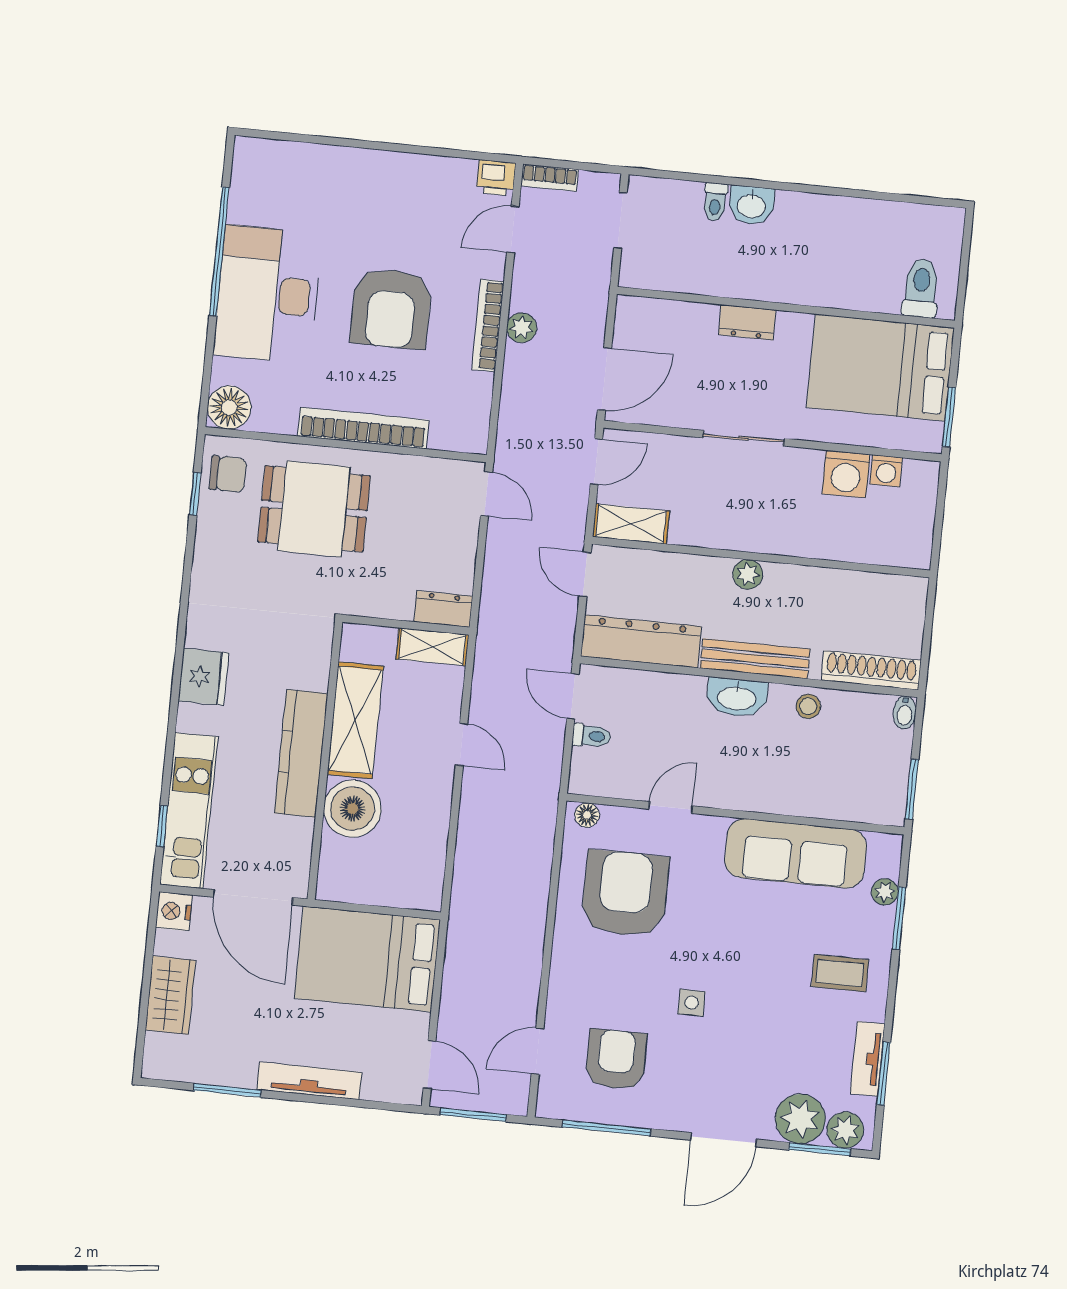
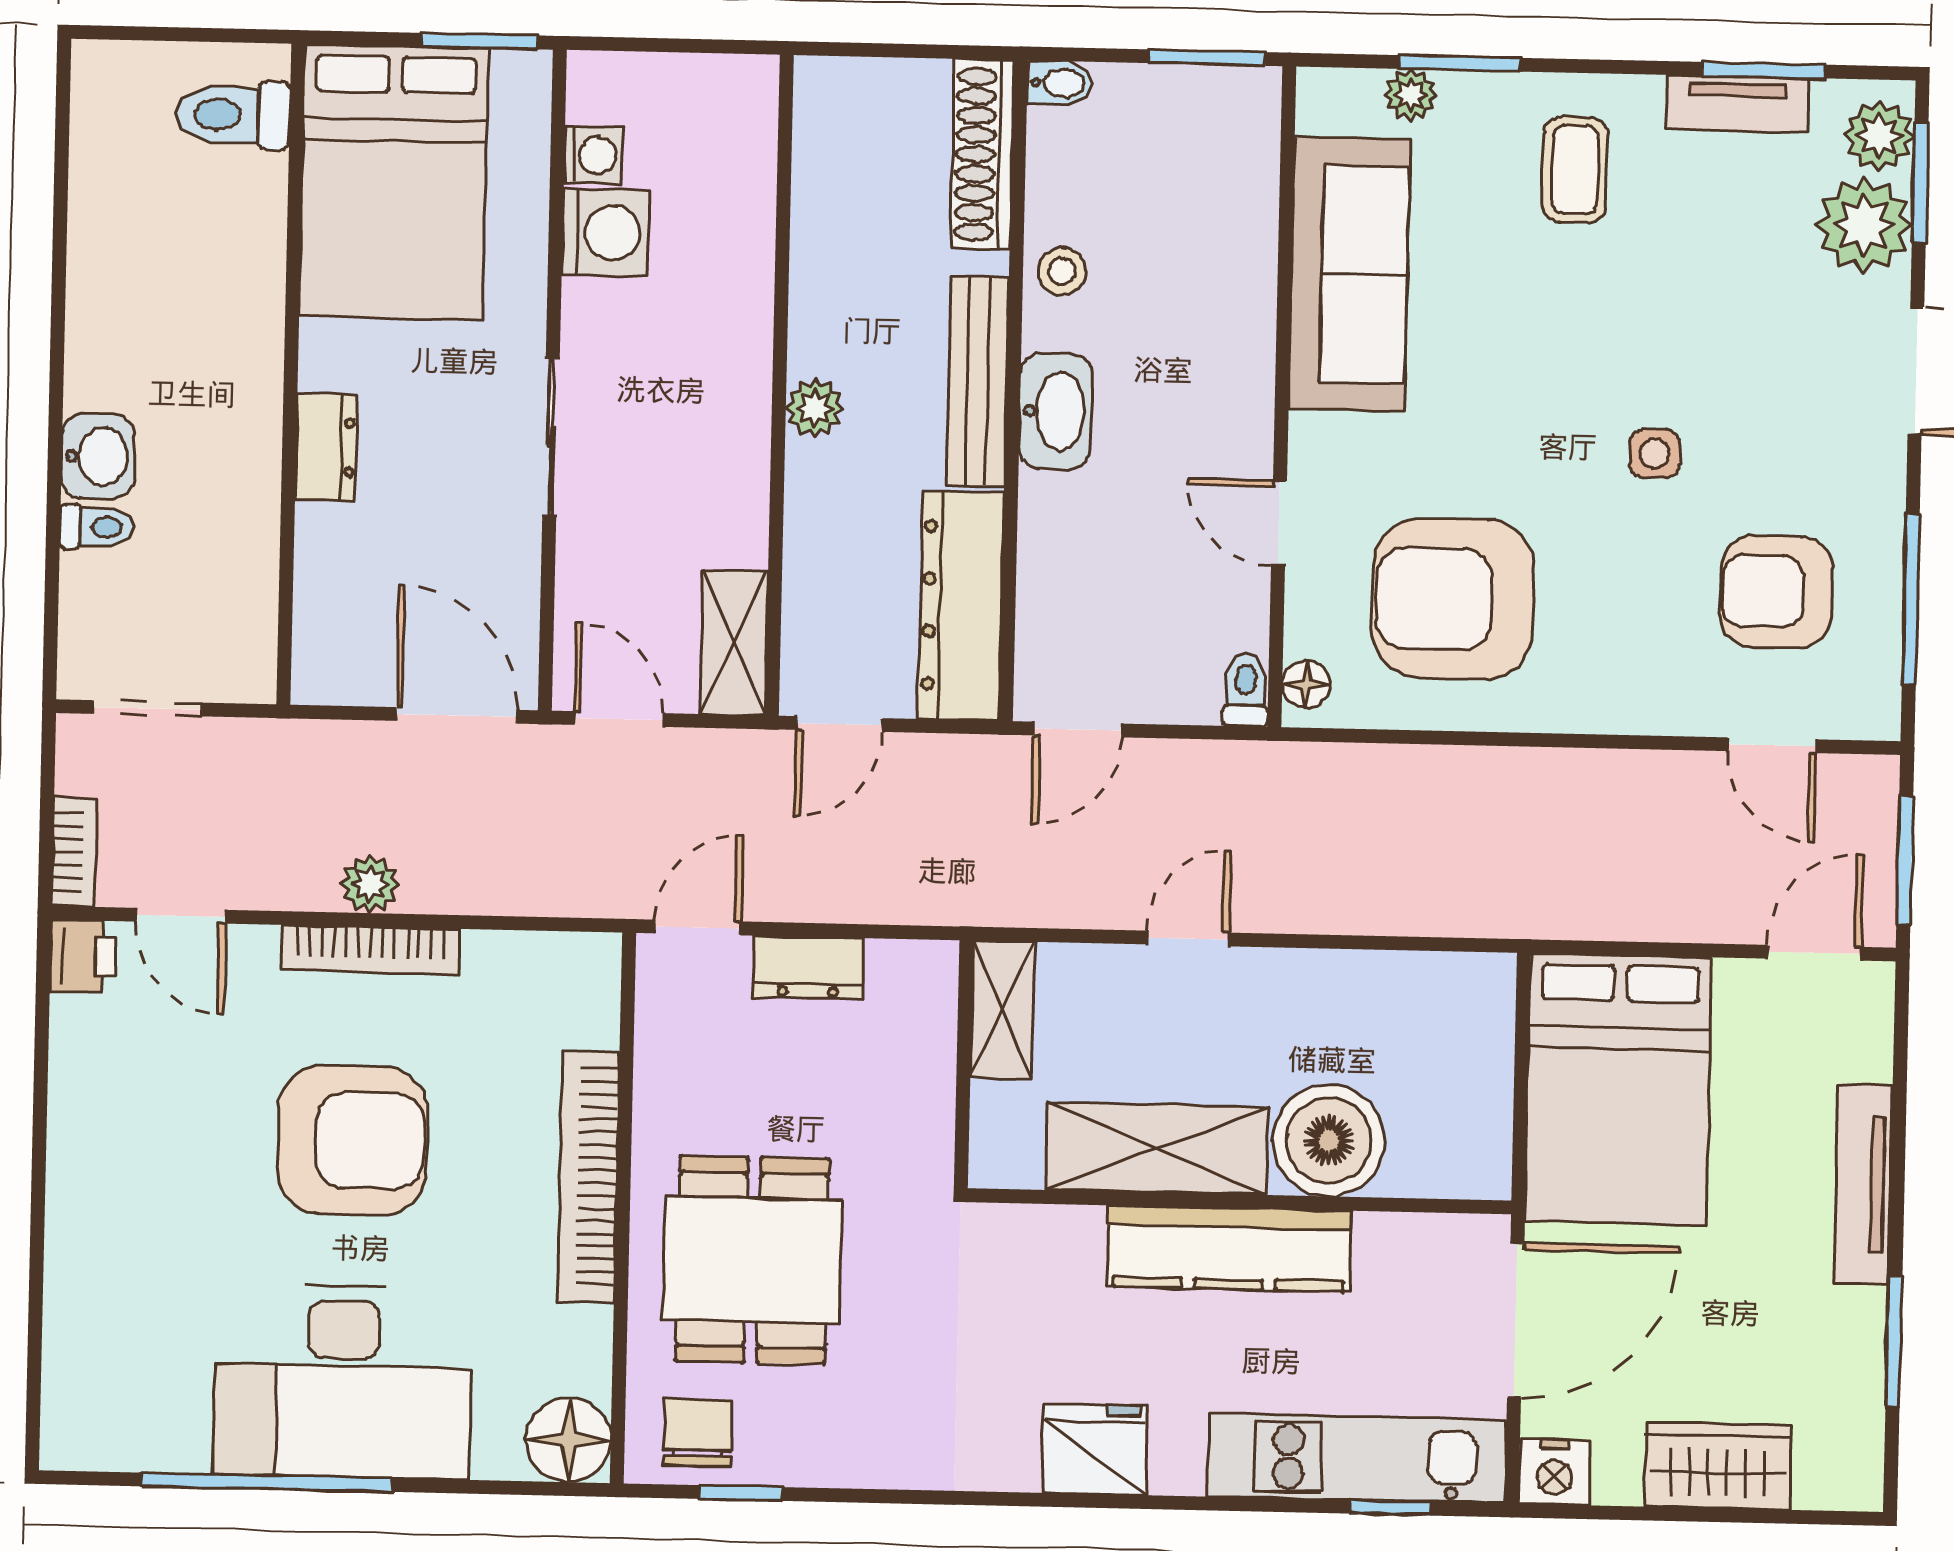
dresser: (443, 609) -> (808, 968), moved, turned -90
toilet: (592, 736) -> (1246, 690), moved

